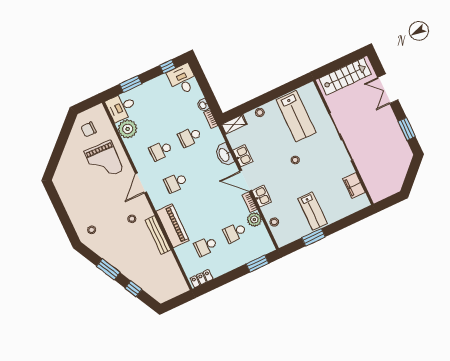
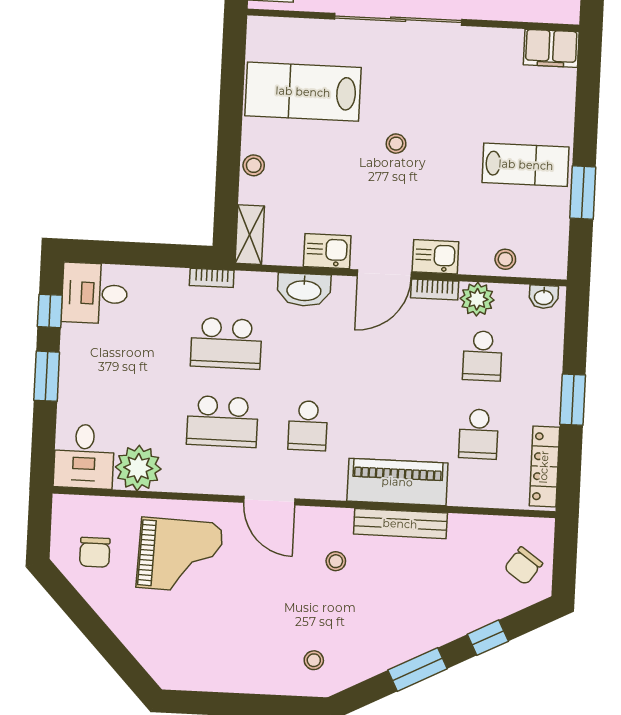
window: (131, 84) -> (47, 376), moved
washbasin: (203, 105) -> (544, 297), moved
lab bench: (296, 116) -> (303, 92), turned 180
school desk: (190, 137) -> (226, 343), width x1.85
school desk: (161, 151) -> (222, 421), width x1.85
filing cabinet: (354, 185) -> (551, 48), moved
window: (257, 264) -> (573, 400), moved
locker: (201, 279) -> (544, 467), width x1.53
chair: (166, 288) -> (523, 566), added

